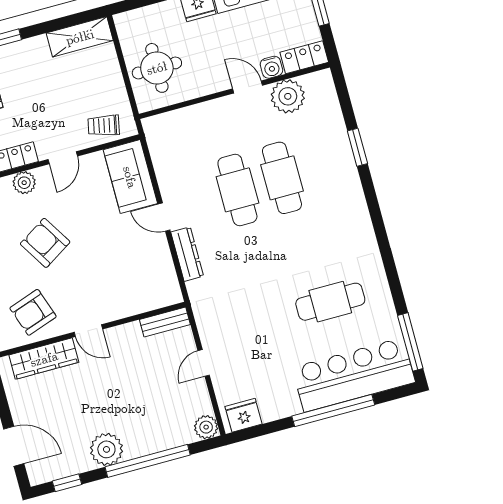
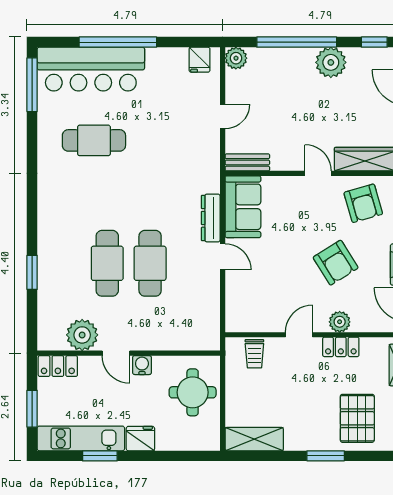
water cooler: (271, 67) -> (142, 365), moved
trolley: (104, 126) -> (254, 354), turned 78
sofa: (130, 177) -> (243, 207), moved
armchair: (33, 312) -> (363, 203), turned 93
fridge: (244, 415) -> (200, 60), width x0.72

